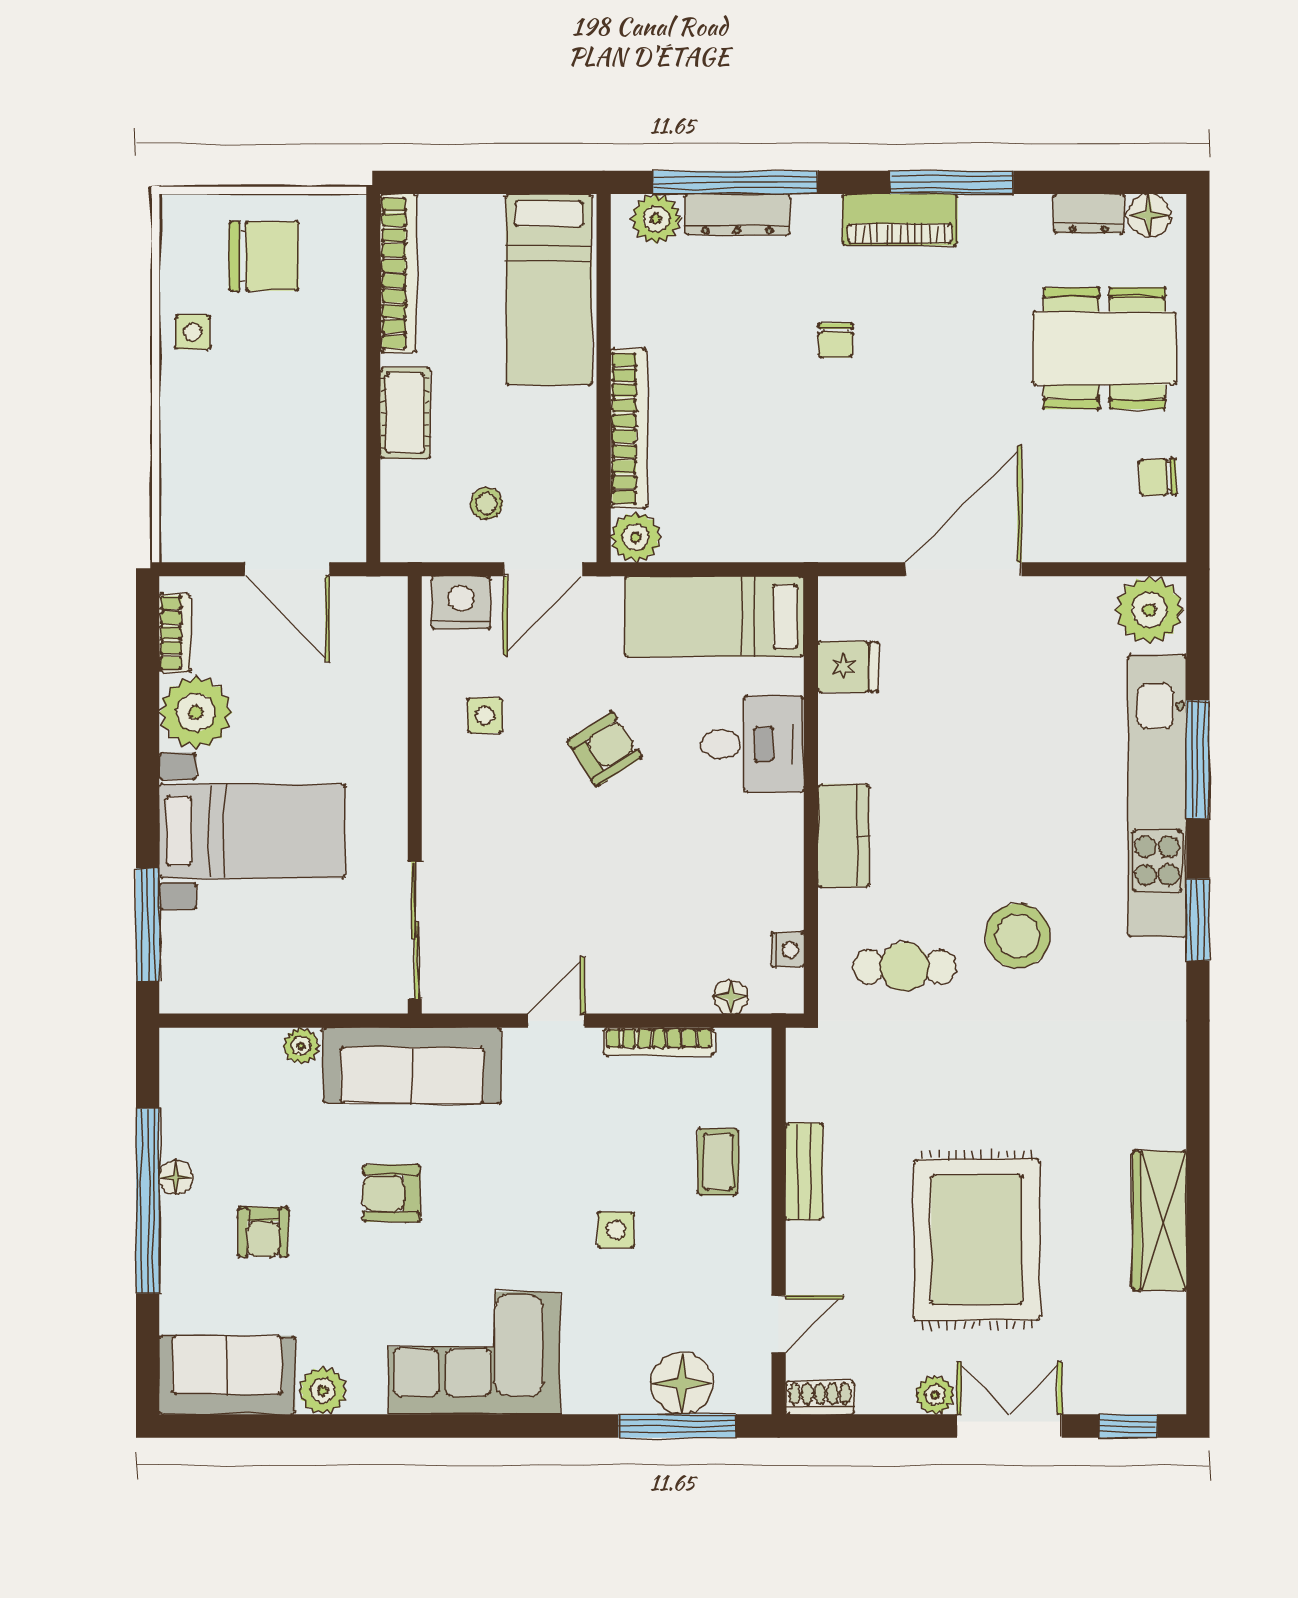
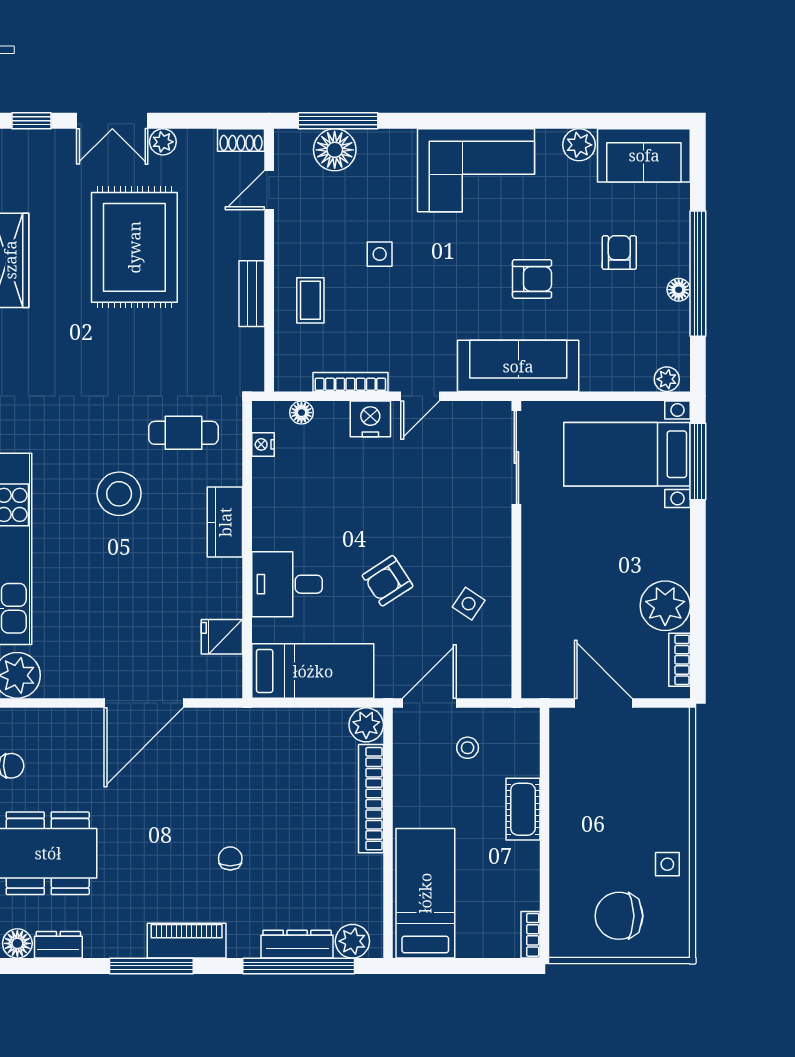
bookcase: (398, 273) -> (531, 935), width x0.43, depth x0.76
nightstand: (461, 603) -> (370, 419), moved, turned 180
side table: (485, 715) -> (469, 604), turned 34
bed with nightstands: (252, 831) -> (627, 454), moved
stool: (1018, 936) -> (119, 494), moved
plant: (301, 1046) -> (667, 379), moved

